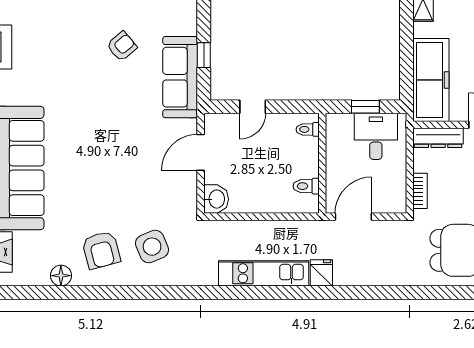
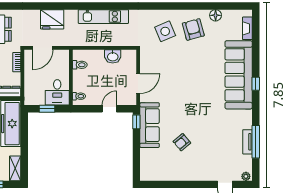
window: (204, 55) -> (136, 122), moved
desk: (376, 136) -> (57, 92), moved
washbasin: (216, 199) -> (113, 56), moved, turned -90
door: (353, 217) -> (43, 48), moved
fridge: (321, 273) -> (52, 19), moved, width x1.88, depth x1.34

